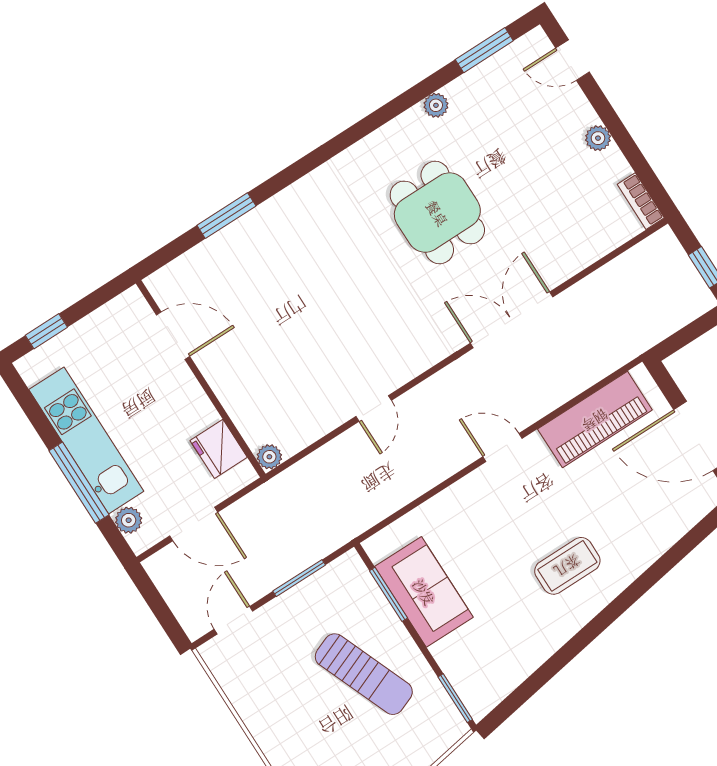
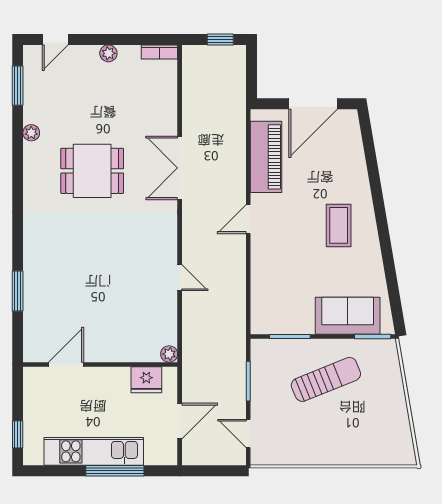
plant: (129, 520) -> (154, 456), removed
sofa: (424, 592) -> (348, 316), moved

